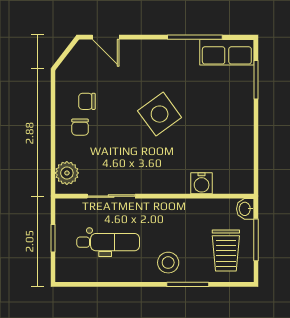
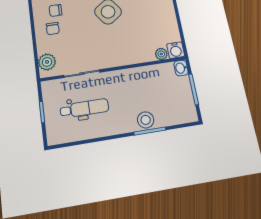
water cooler: (202, 183) -> (176, 50), moved
plant: (222, 185) -> (161, 54), added
trolley: (226, 251) -> (173, 101), removed
stool: (168, 263) -> (146, 120), moved

